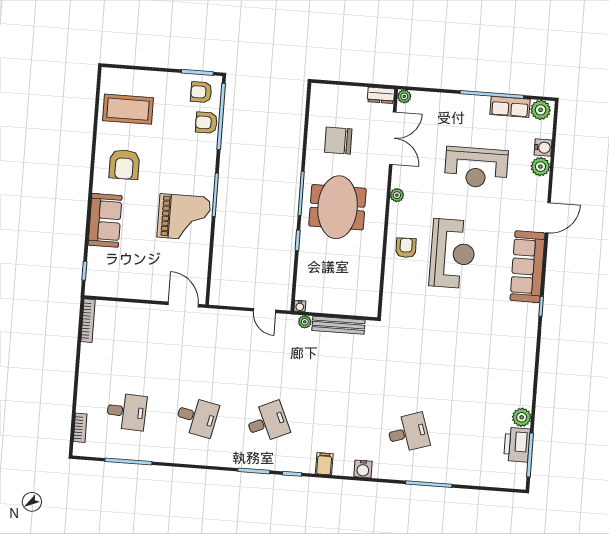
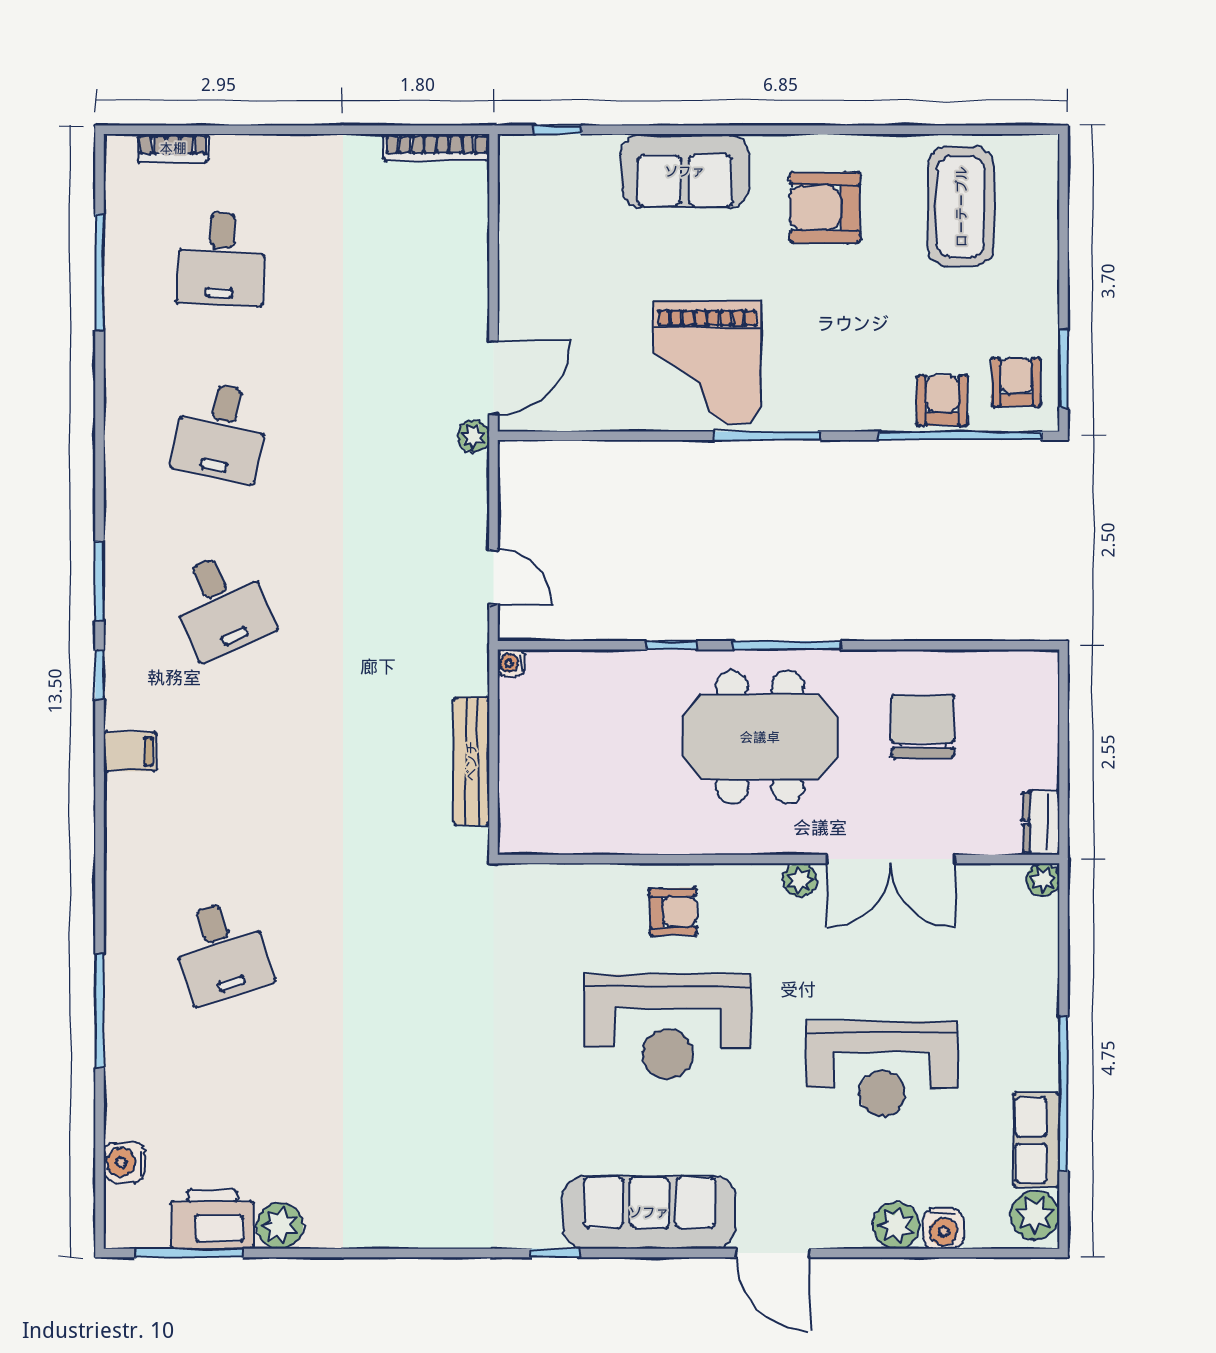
double door: (393, 138) -> (891, 859), moved
reception desk: (476, 168) -> (882, 1069), turned -90
door: (265, 311) -> (493, 577), swing flipped
plant: (305, 322) -> (473, 436), moved
water cooler: (363, 469) -> (124, 1162), moved

